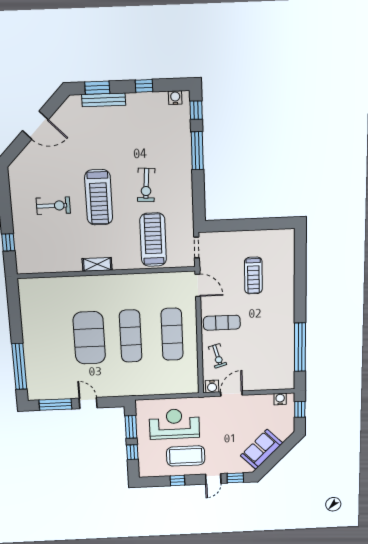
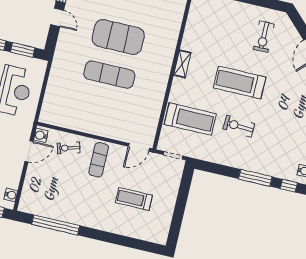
exercise bike: (53, 206) -> (264, 37), moved
exercise mat: (172, 334) -> (101, 112), removed
door: (231, 394) -> (29, 151), hinge flipped
door: (88, 403) -> (57, 17), hinge flipped

